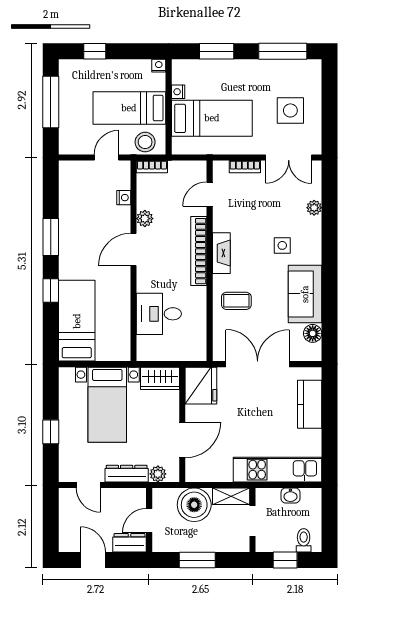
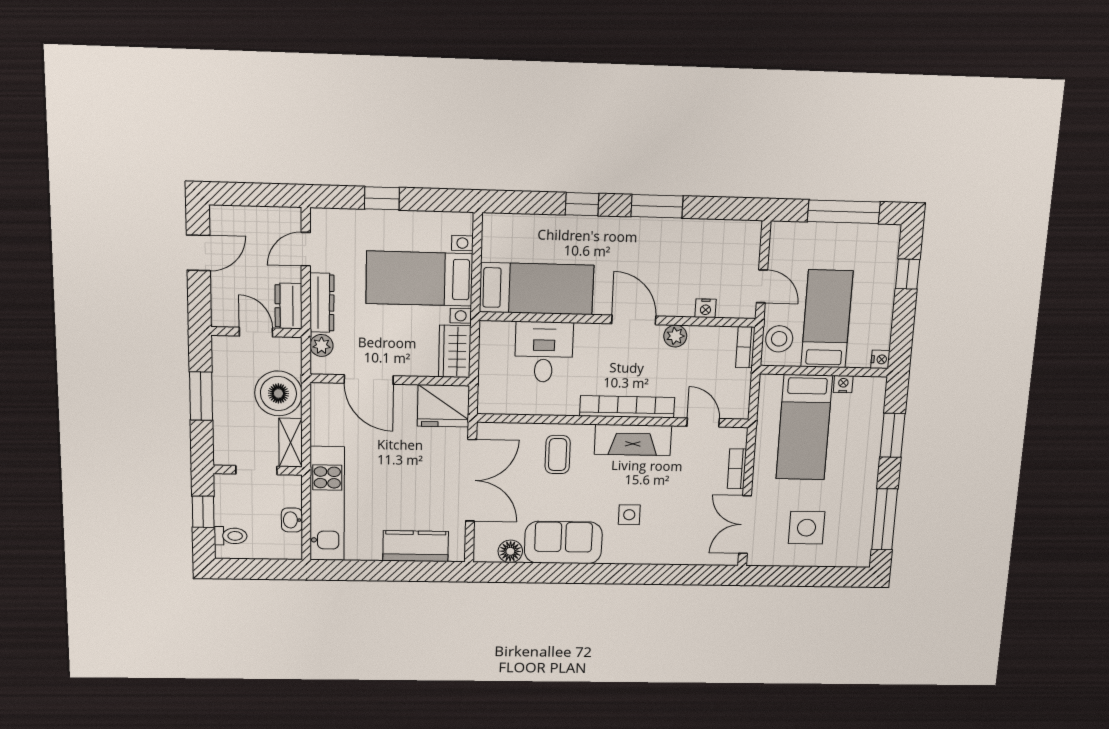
plant: (314, 208) -> (677, 556), removed
fireplace: (221, 253) -> (633, 440), width x1.37, depth x1.32
bed: (77, 321) -> (537, 289), moved
dresser: (130, 543) -> (288, 306), moved, turned 180

